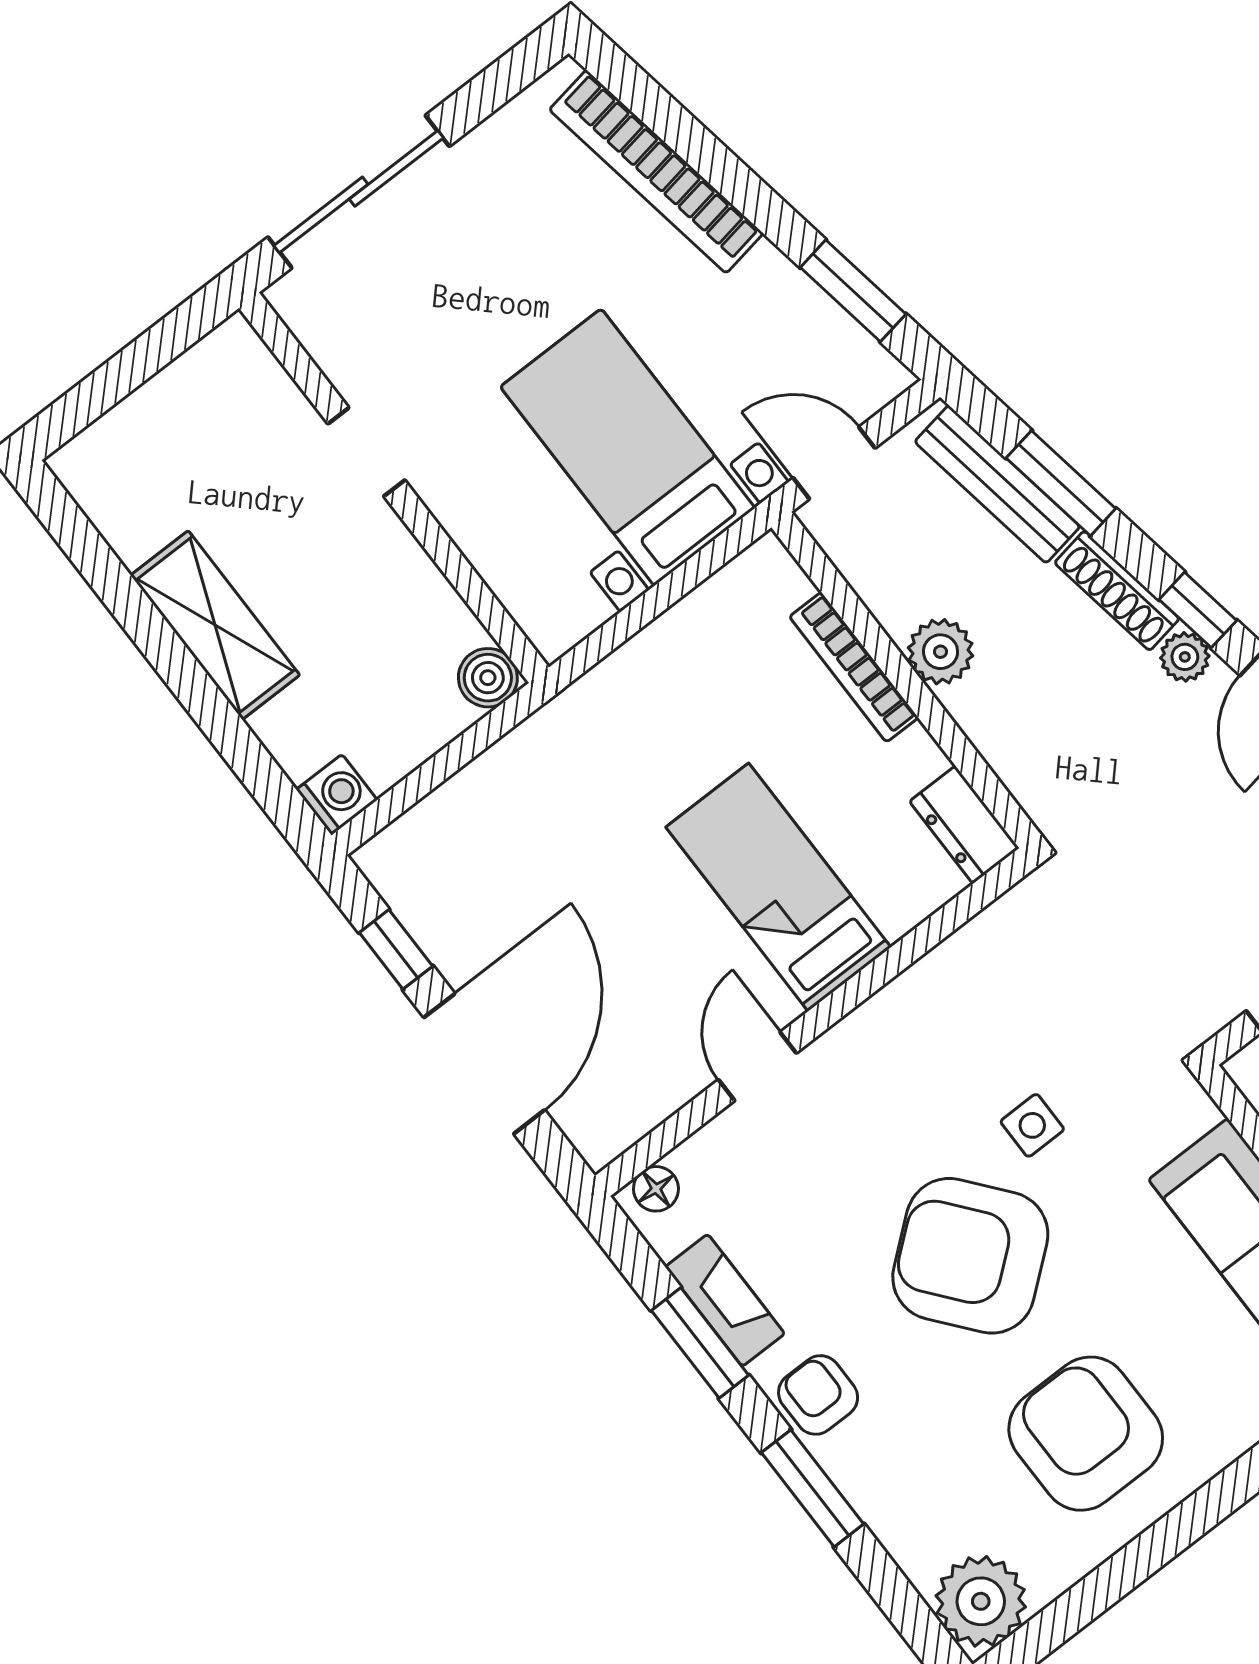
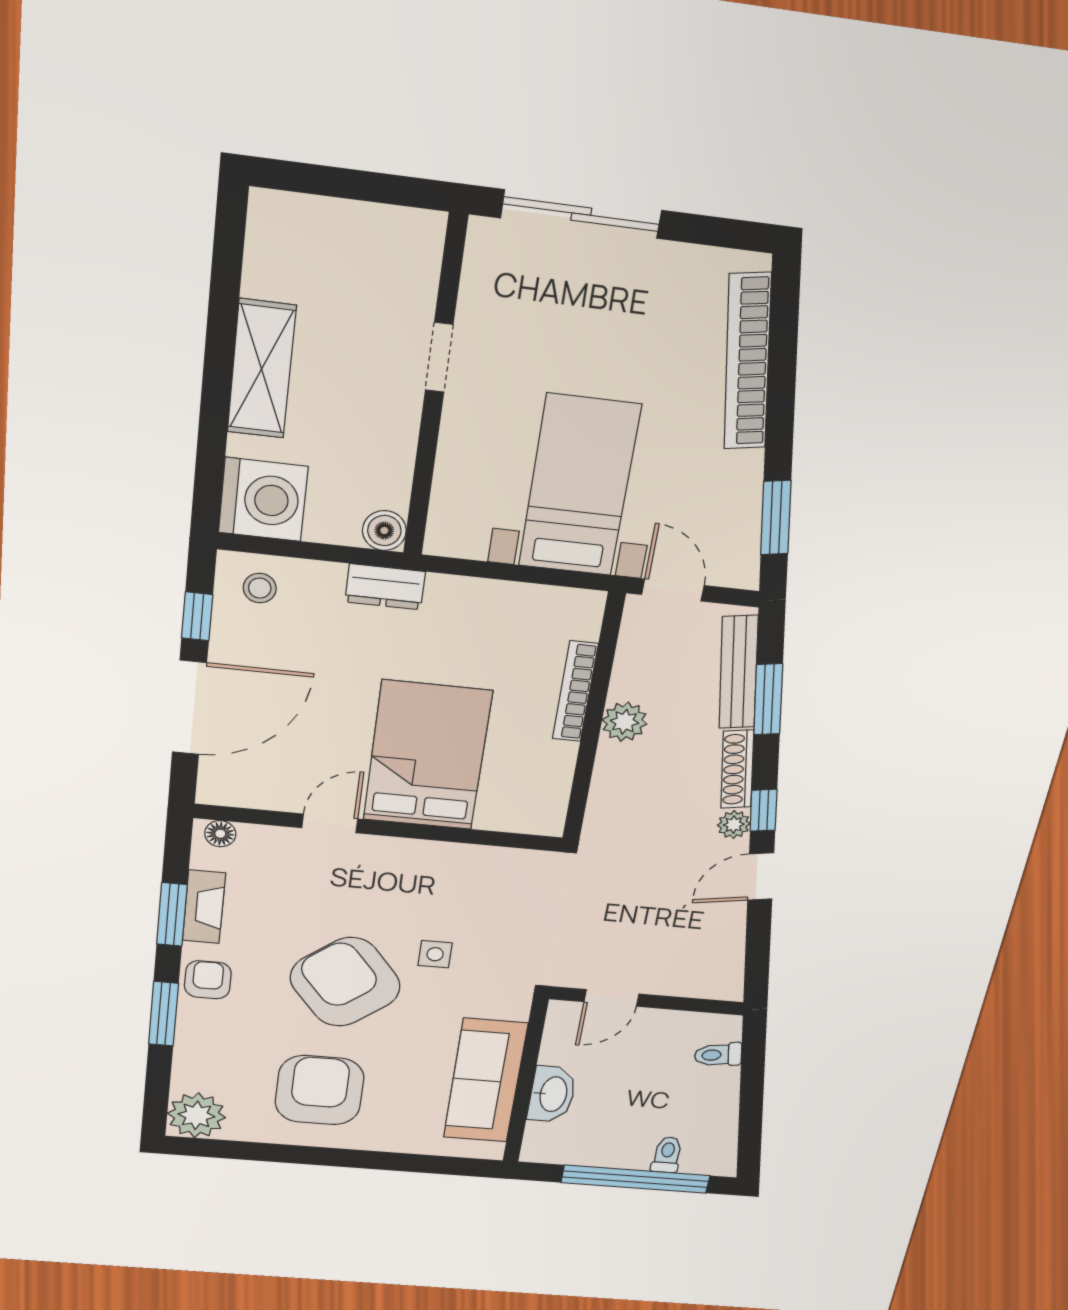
washing machine: (337, 795) -> (263, 500), width x1.89, depth x1.89
dresser: (964, 825) -> (385, 587), moved, turned -90
stool: (427, 858) -> (260, 588), added
bed: (778, 887) -> (427, 756), width x1.50

